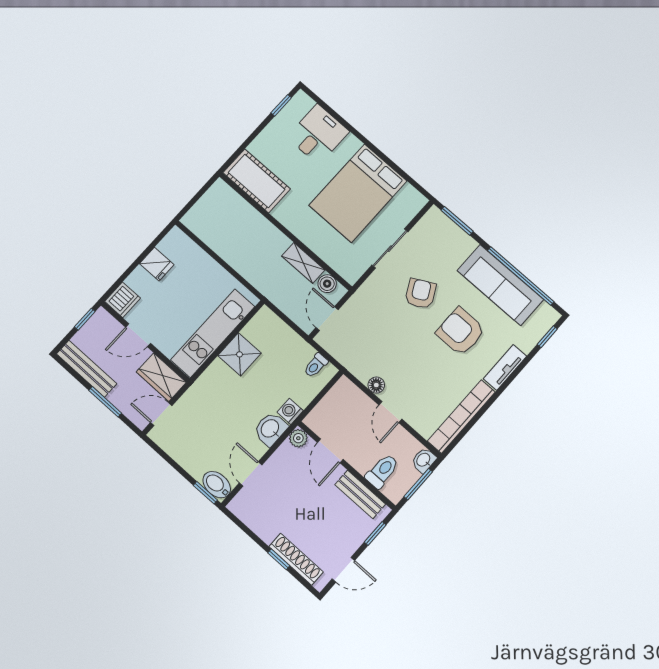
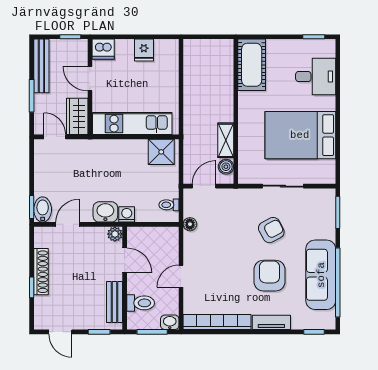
shower: (240, 354) -> (161, 152), moved
floor lamp: (376, 385) -> (190, 224), moved
door: (330, 451) -> (125, 260), swing flipped
shoe rack: (296, 559) -> (41, 272), moved

